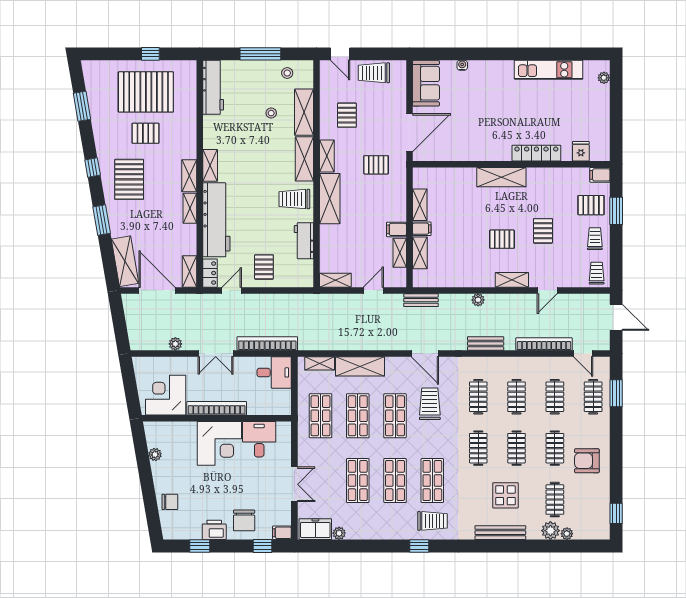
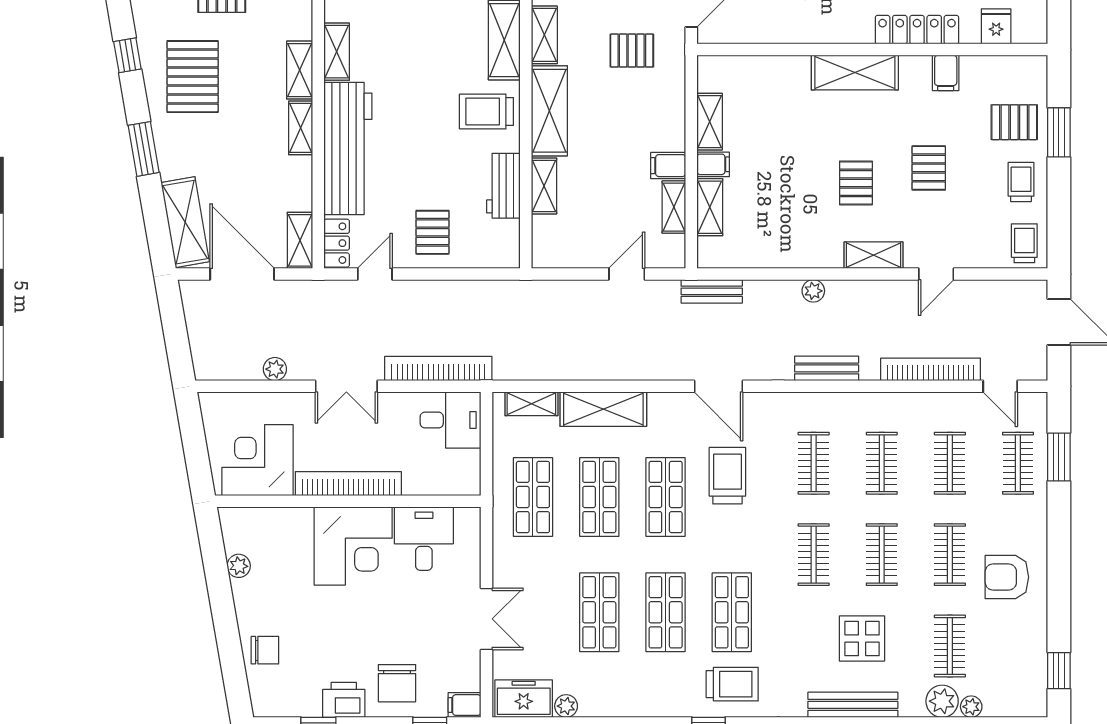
filing cabinet: (600, 175) -> (946, 73), moved, turned -90
pallet: (502, 239) -> (856, 183), turned 90
shelving: (335, 280) -> (544, 186), moved, turned 90

